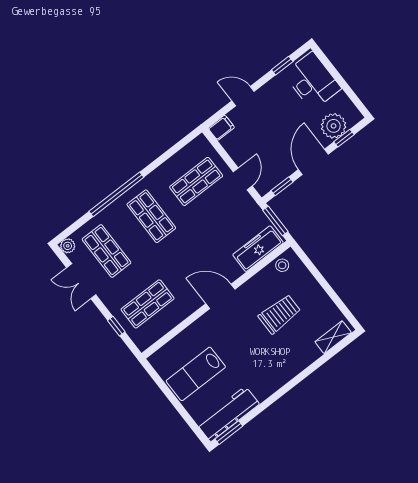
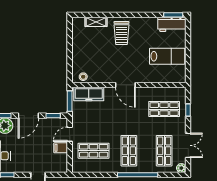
filing cabinet: (221, 128) -> (61, 148), moved
trolley: (280, 314) -> (121, 33), moved, turned -90
shelving: (333, 337) -> (96, 22), moved
workbench: (228, 414) -> (172, 24), width x0.73

